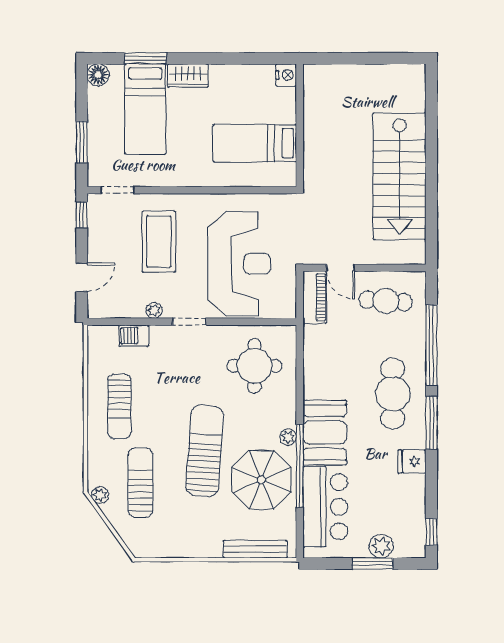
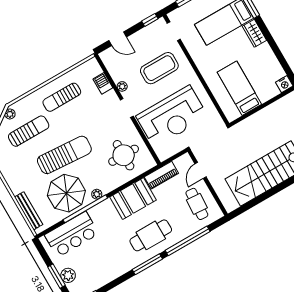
piano: (315, 297) -> (161, 175), moved
booth: (325, 432) -> (133, 199), moved
fridge: (412, 461) -> (121, 266), removed

